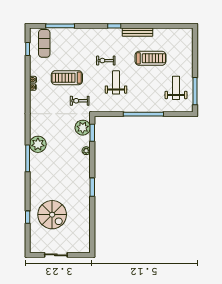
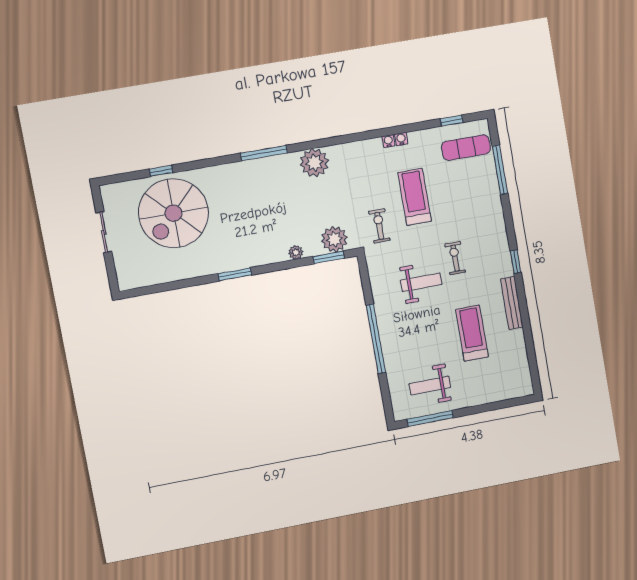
treadmill: (151, 58) -> (472, 333), turned 180
weight bench: (176, 88) -> (430, 385), turned 180
plant: (38, 144) -> (314, 163), moved
spiral stairs: (52, 215) -> (173, 213), width x1.37, depth x1.37

